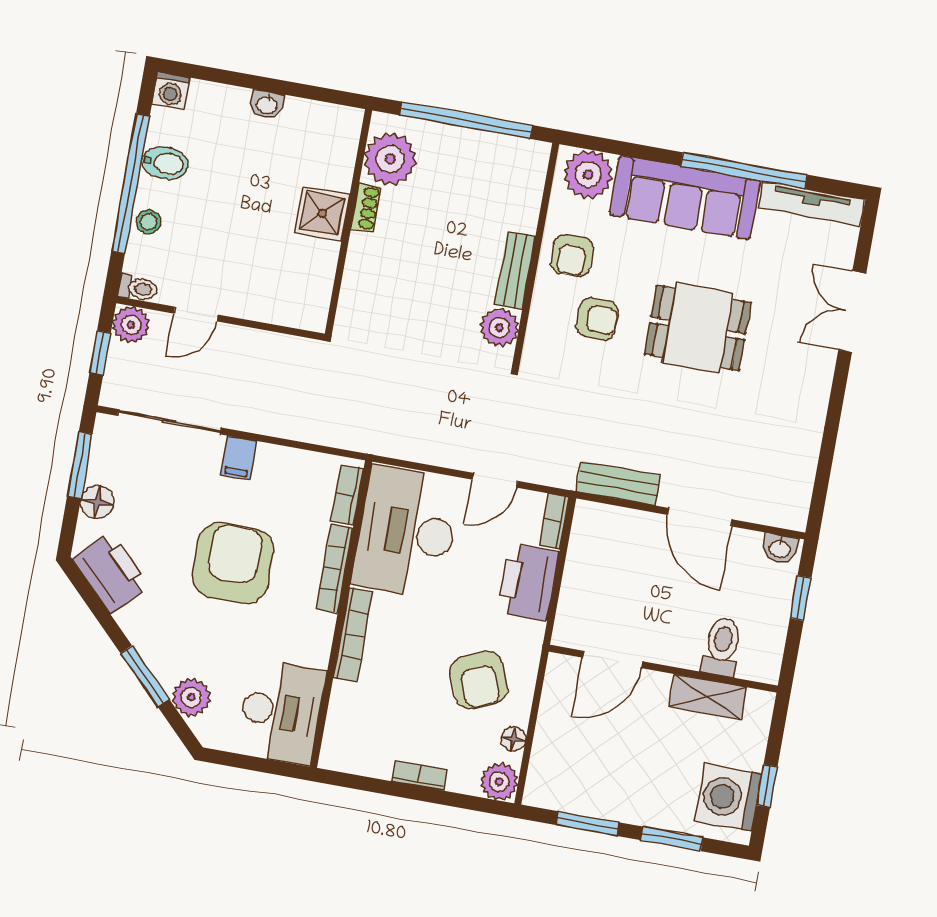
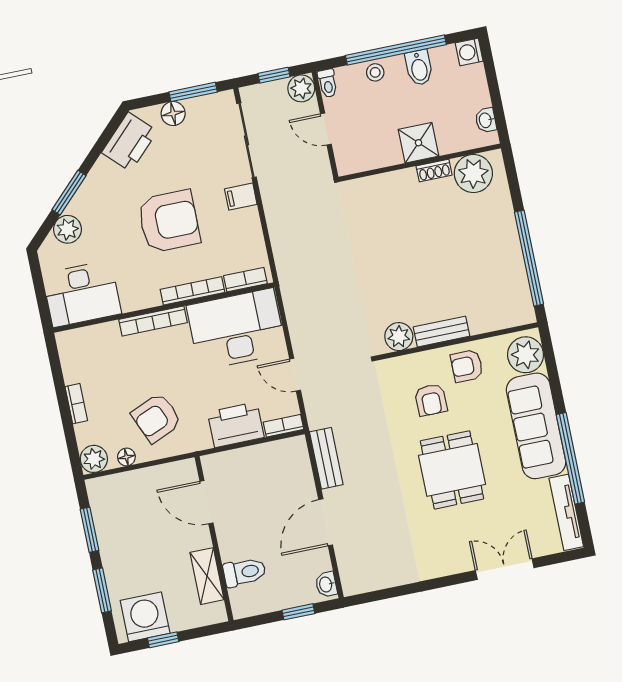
plant: (390, 159) -> (473, 173), moved
shoe rack: (366, 208) -> (434, 170), moved
shower: (322, 213) -> (418, 143), moved
wall: (348, 222) -> (420, 163), moved

